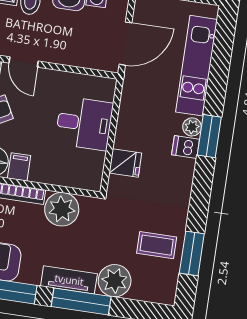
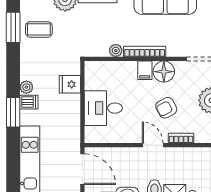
door: (125, 44) -> (82, 169), swing flipped
plant: (192, 127) -> (26, 87), moved
plant: (62, 209) -> (116, 51), width x0.53, depth x0.53

